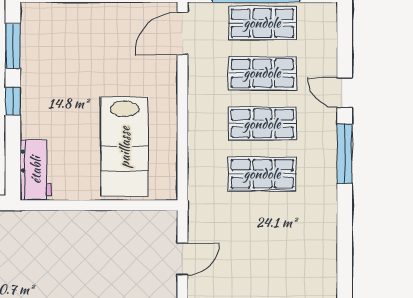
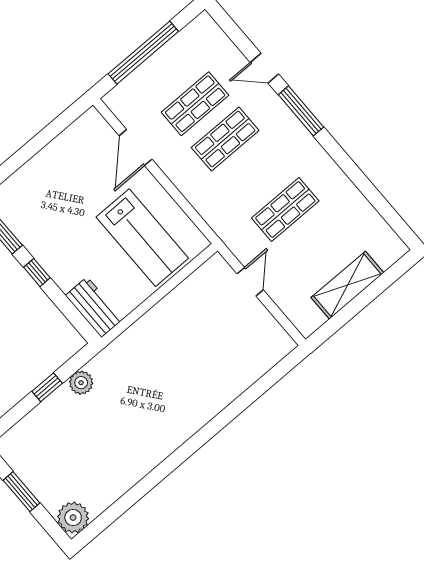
shop shelf: (262, 23) -> (165, 69), removed
door: (182, 33) -> (136, 148), moved
shop shelf: (262, 174) -> (285, 209), moved

